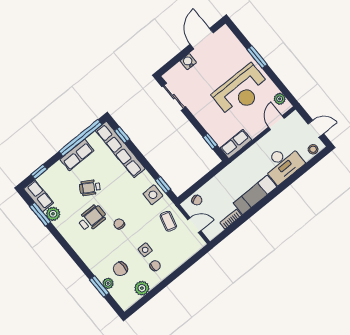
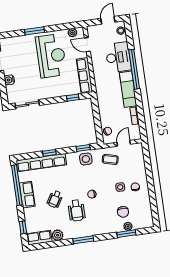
window: (122, 135) -> (49, 153), moved
row of seats: (236, 144) -> (84, 76), width x1.48
window: (280, 188) -> (134, 69), added
window: (40, 214) -> (83, 240), moved
wheelchair: (92, 218) -> (77, 210), turned 180
plant: (142, 288) -> (145, 205), removed

